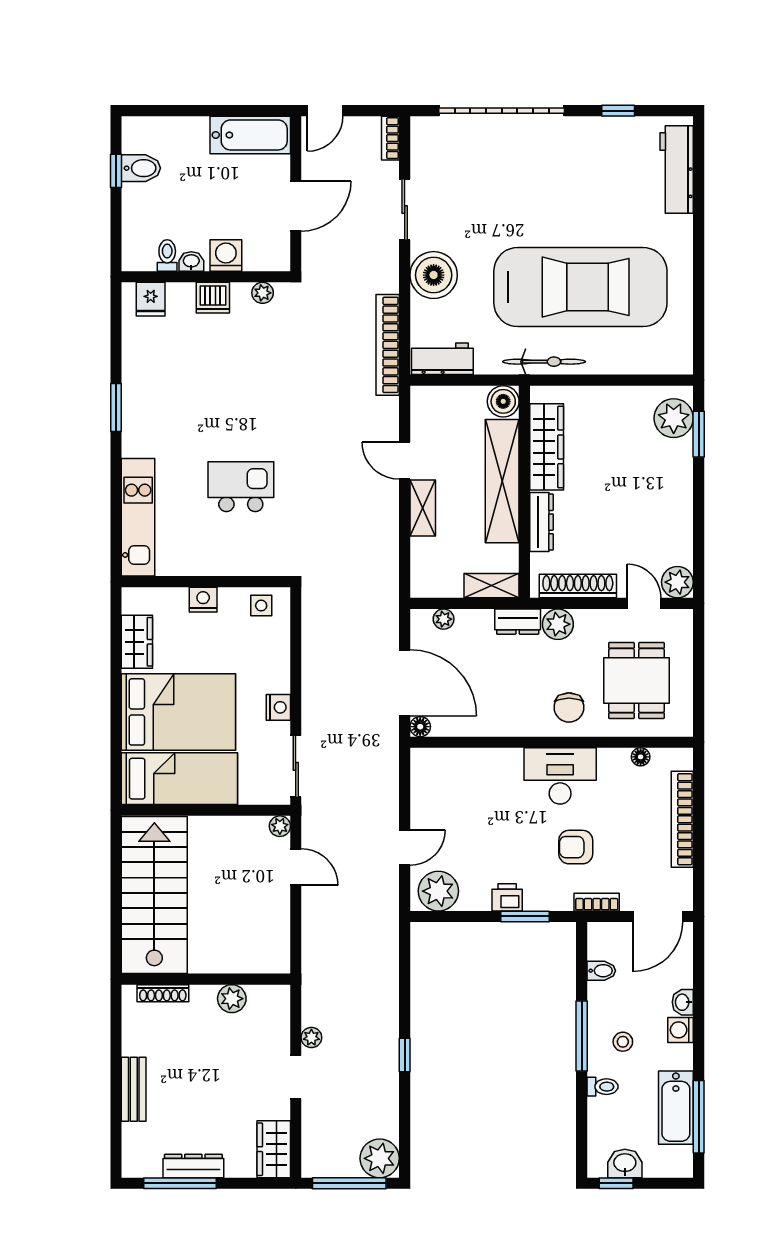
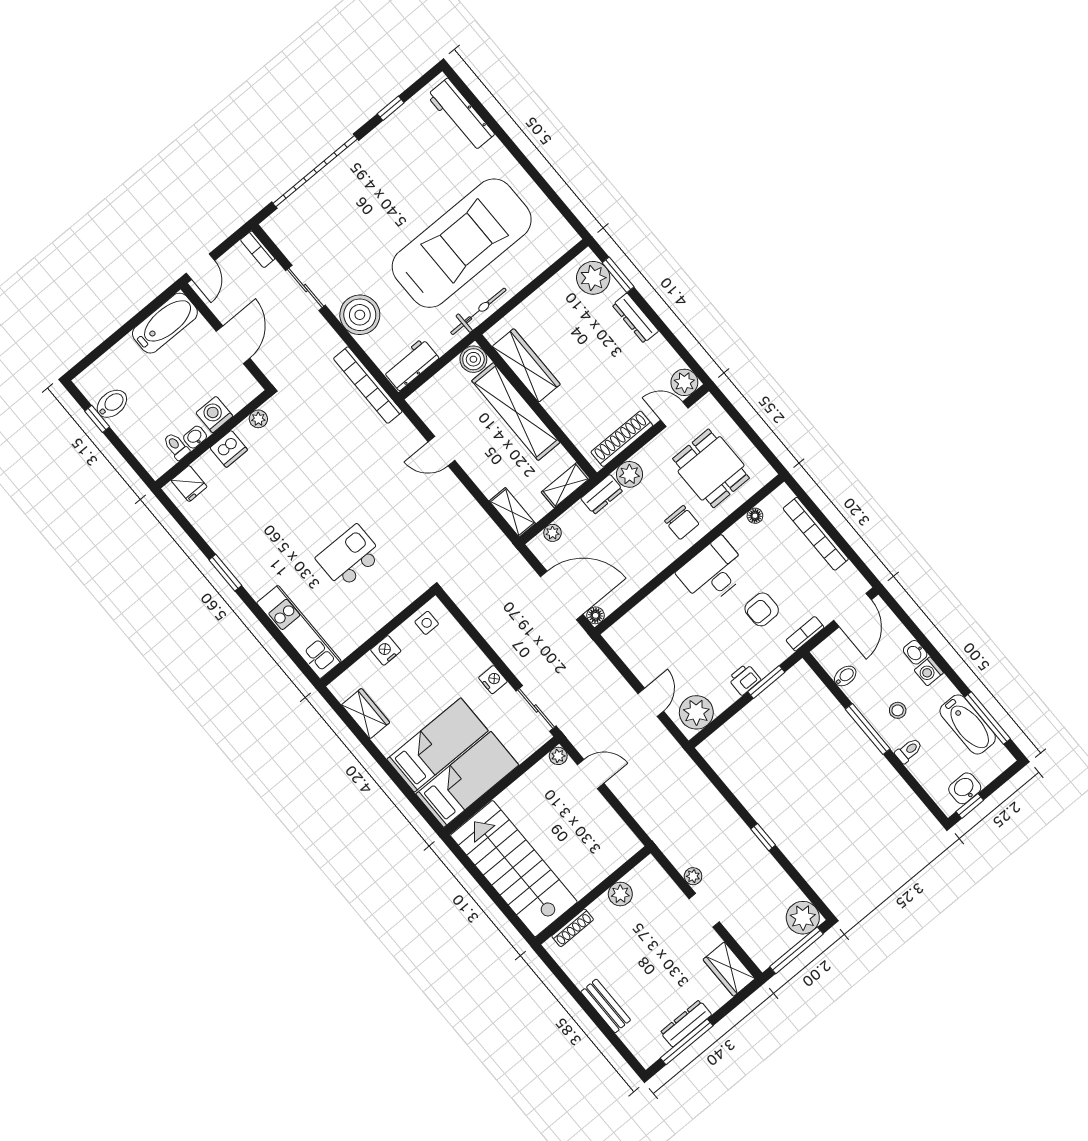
shelving: (423, 508) -> (512, 512), moved
dresser: (541, 522) -> (635, 318), moved, turned 180
bed: (178, 712) -> (437, 745), width x0.67

